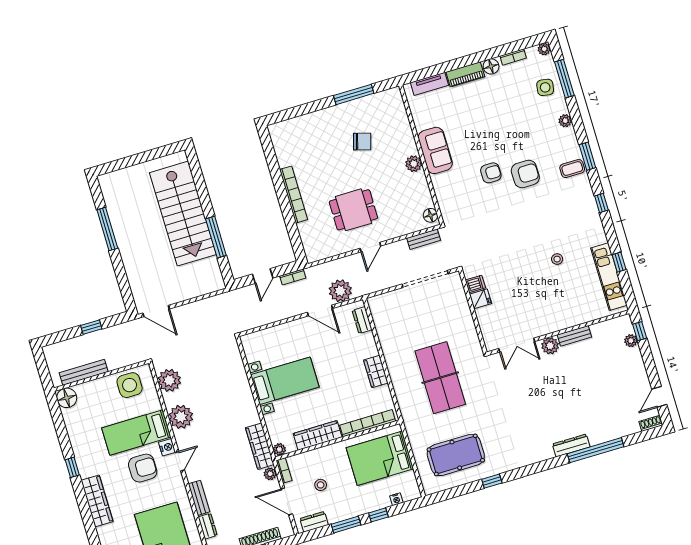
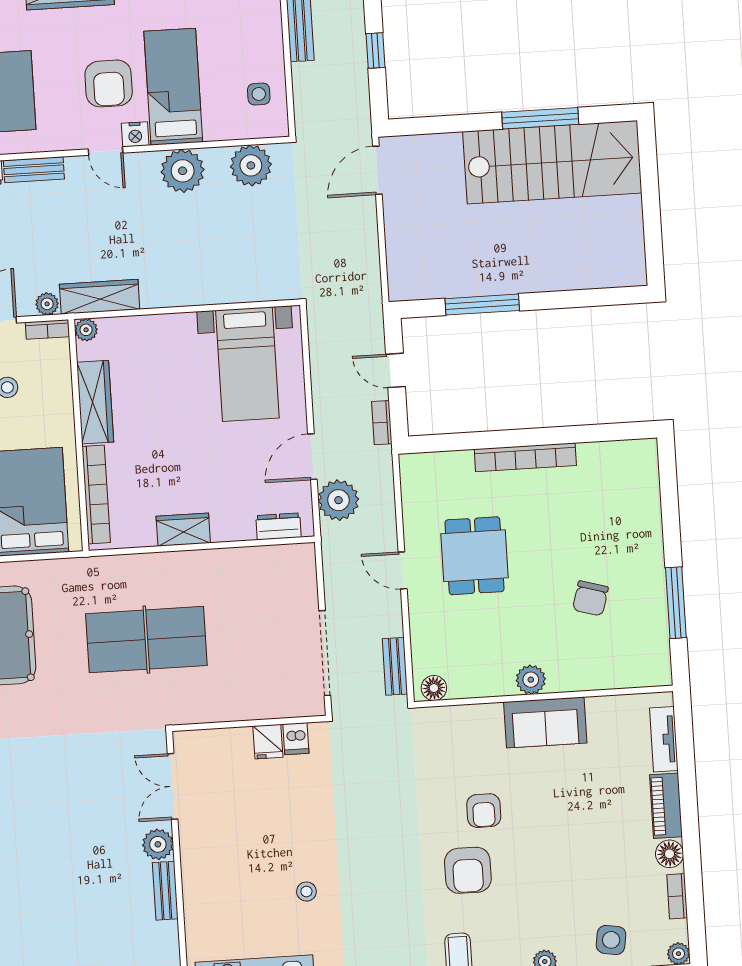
stairs: (183, 214) -> (552, 162), moved, turned 180
bed with nightstands: (285, 381) -> (247, 364), moved
side table: (130, 385) -> (259, 94), width x0.54, depth x0.54

